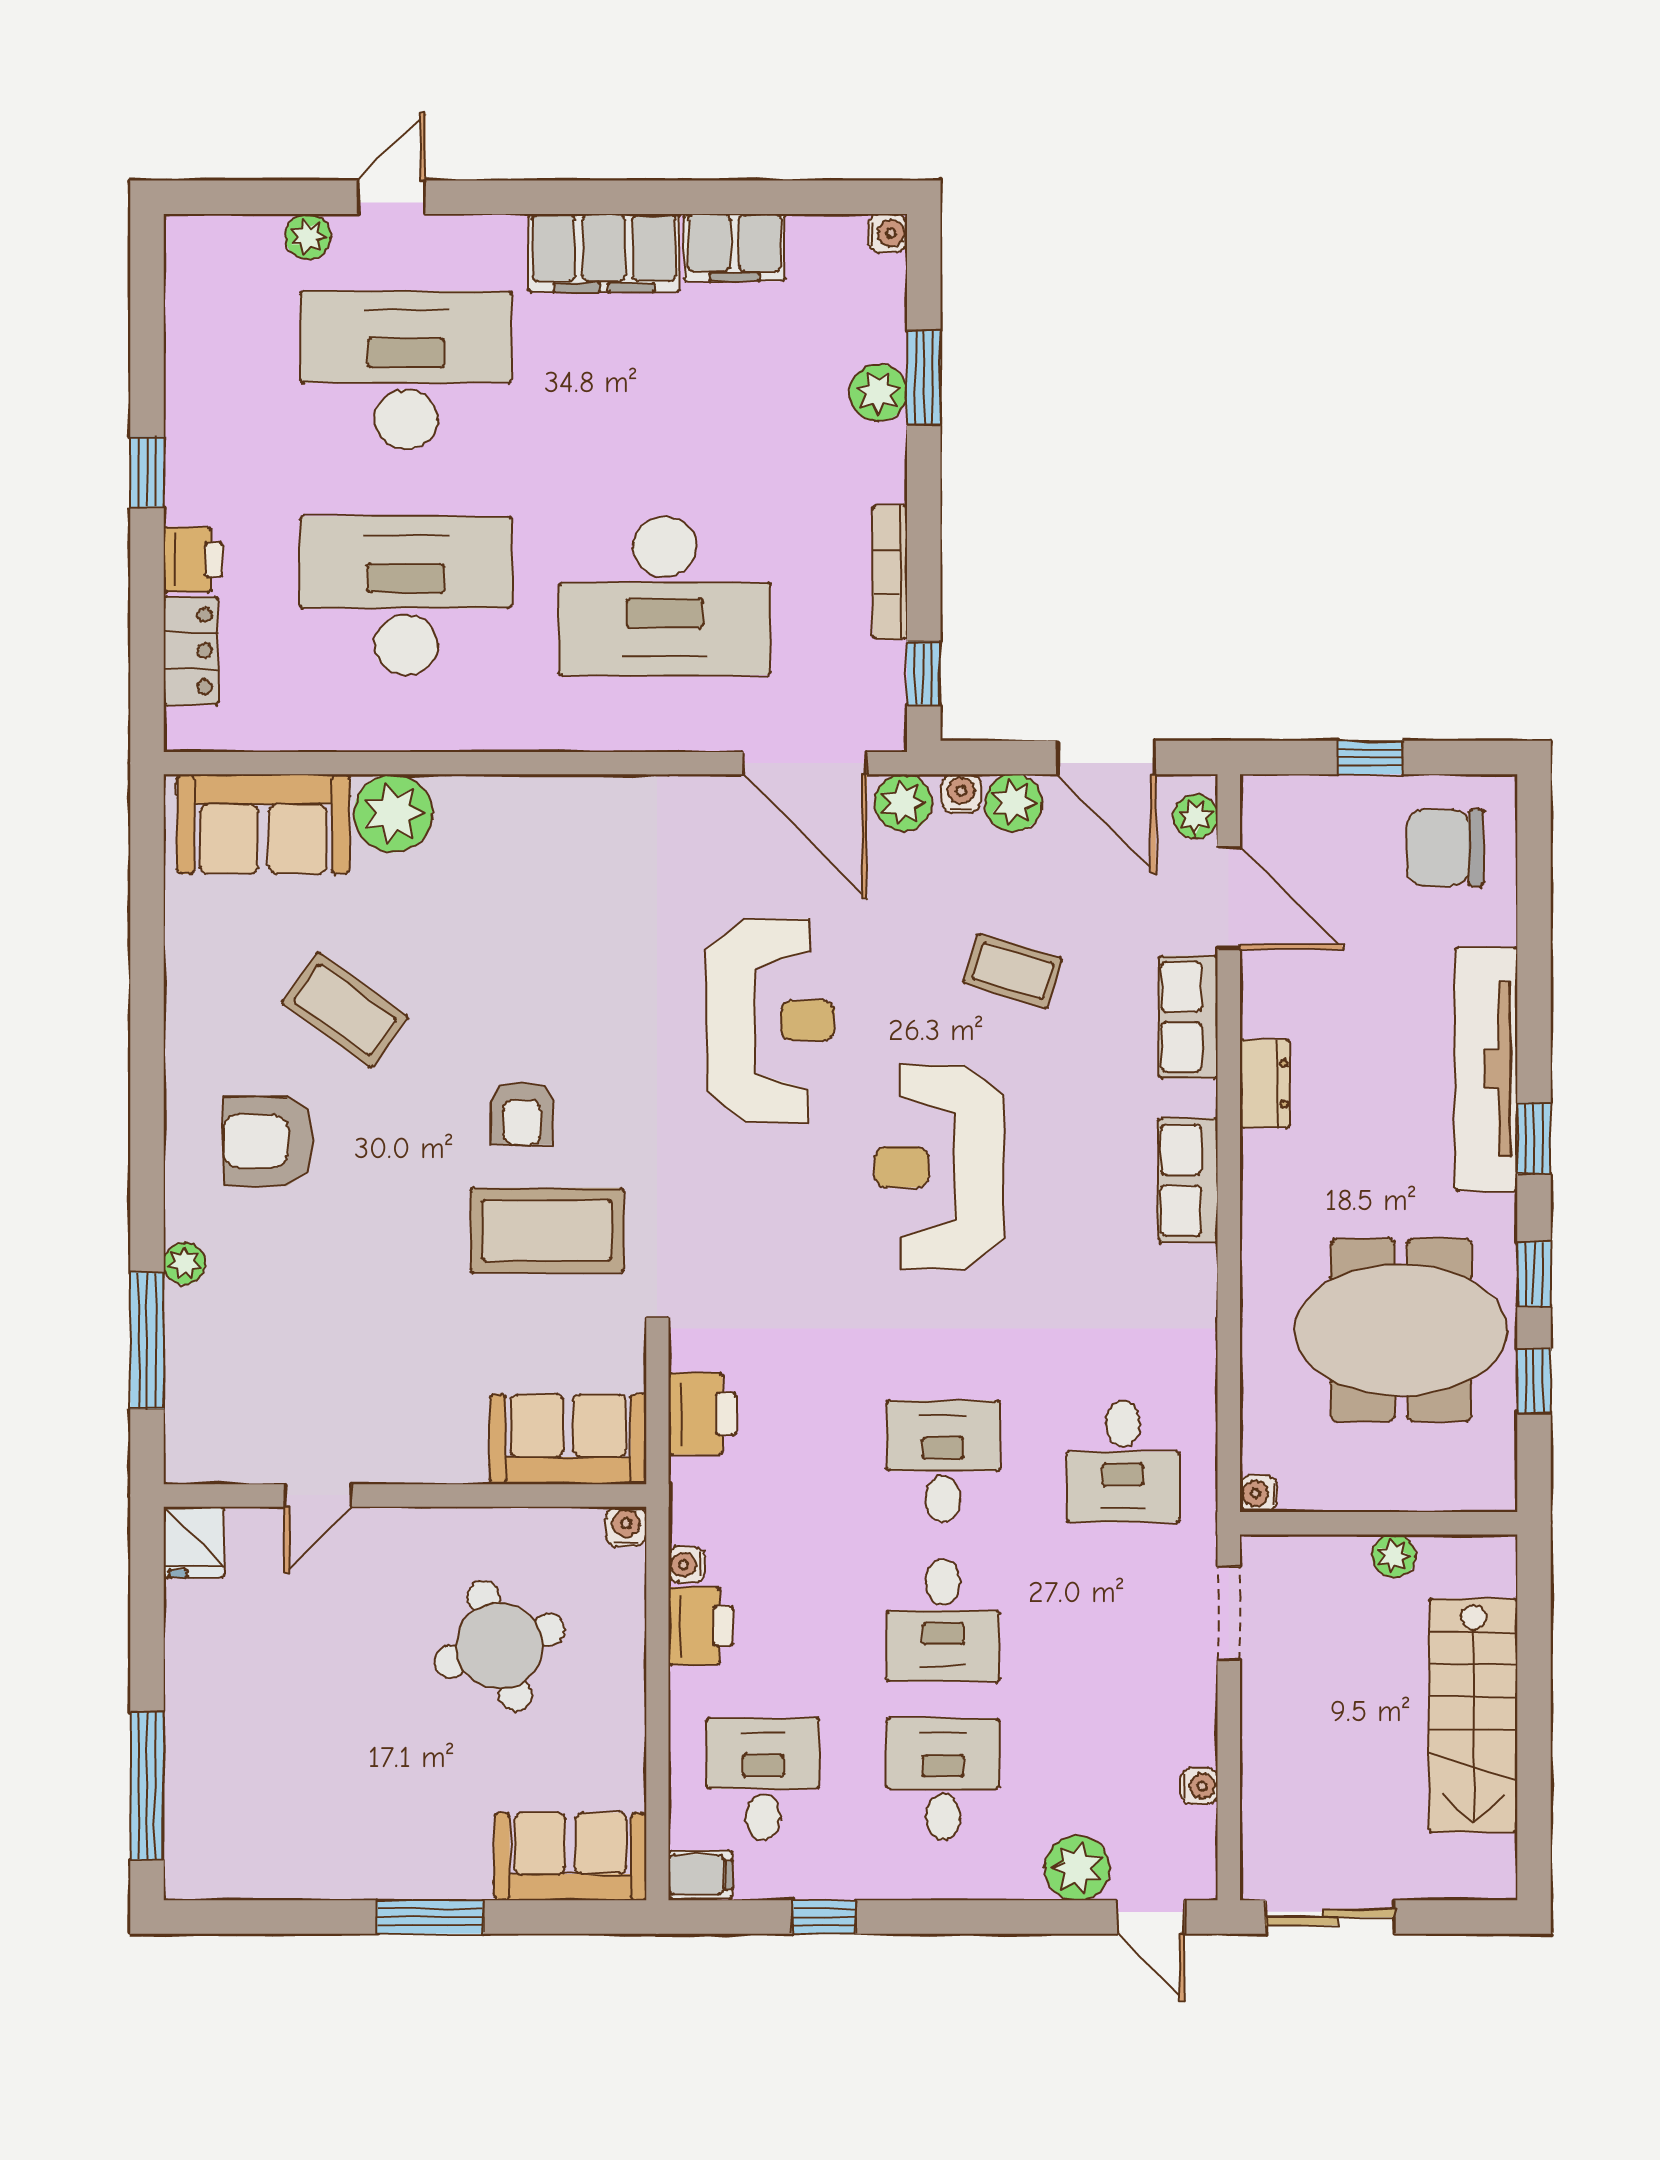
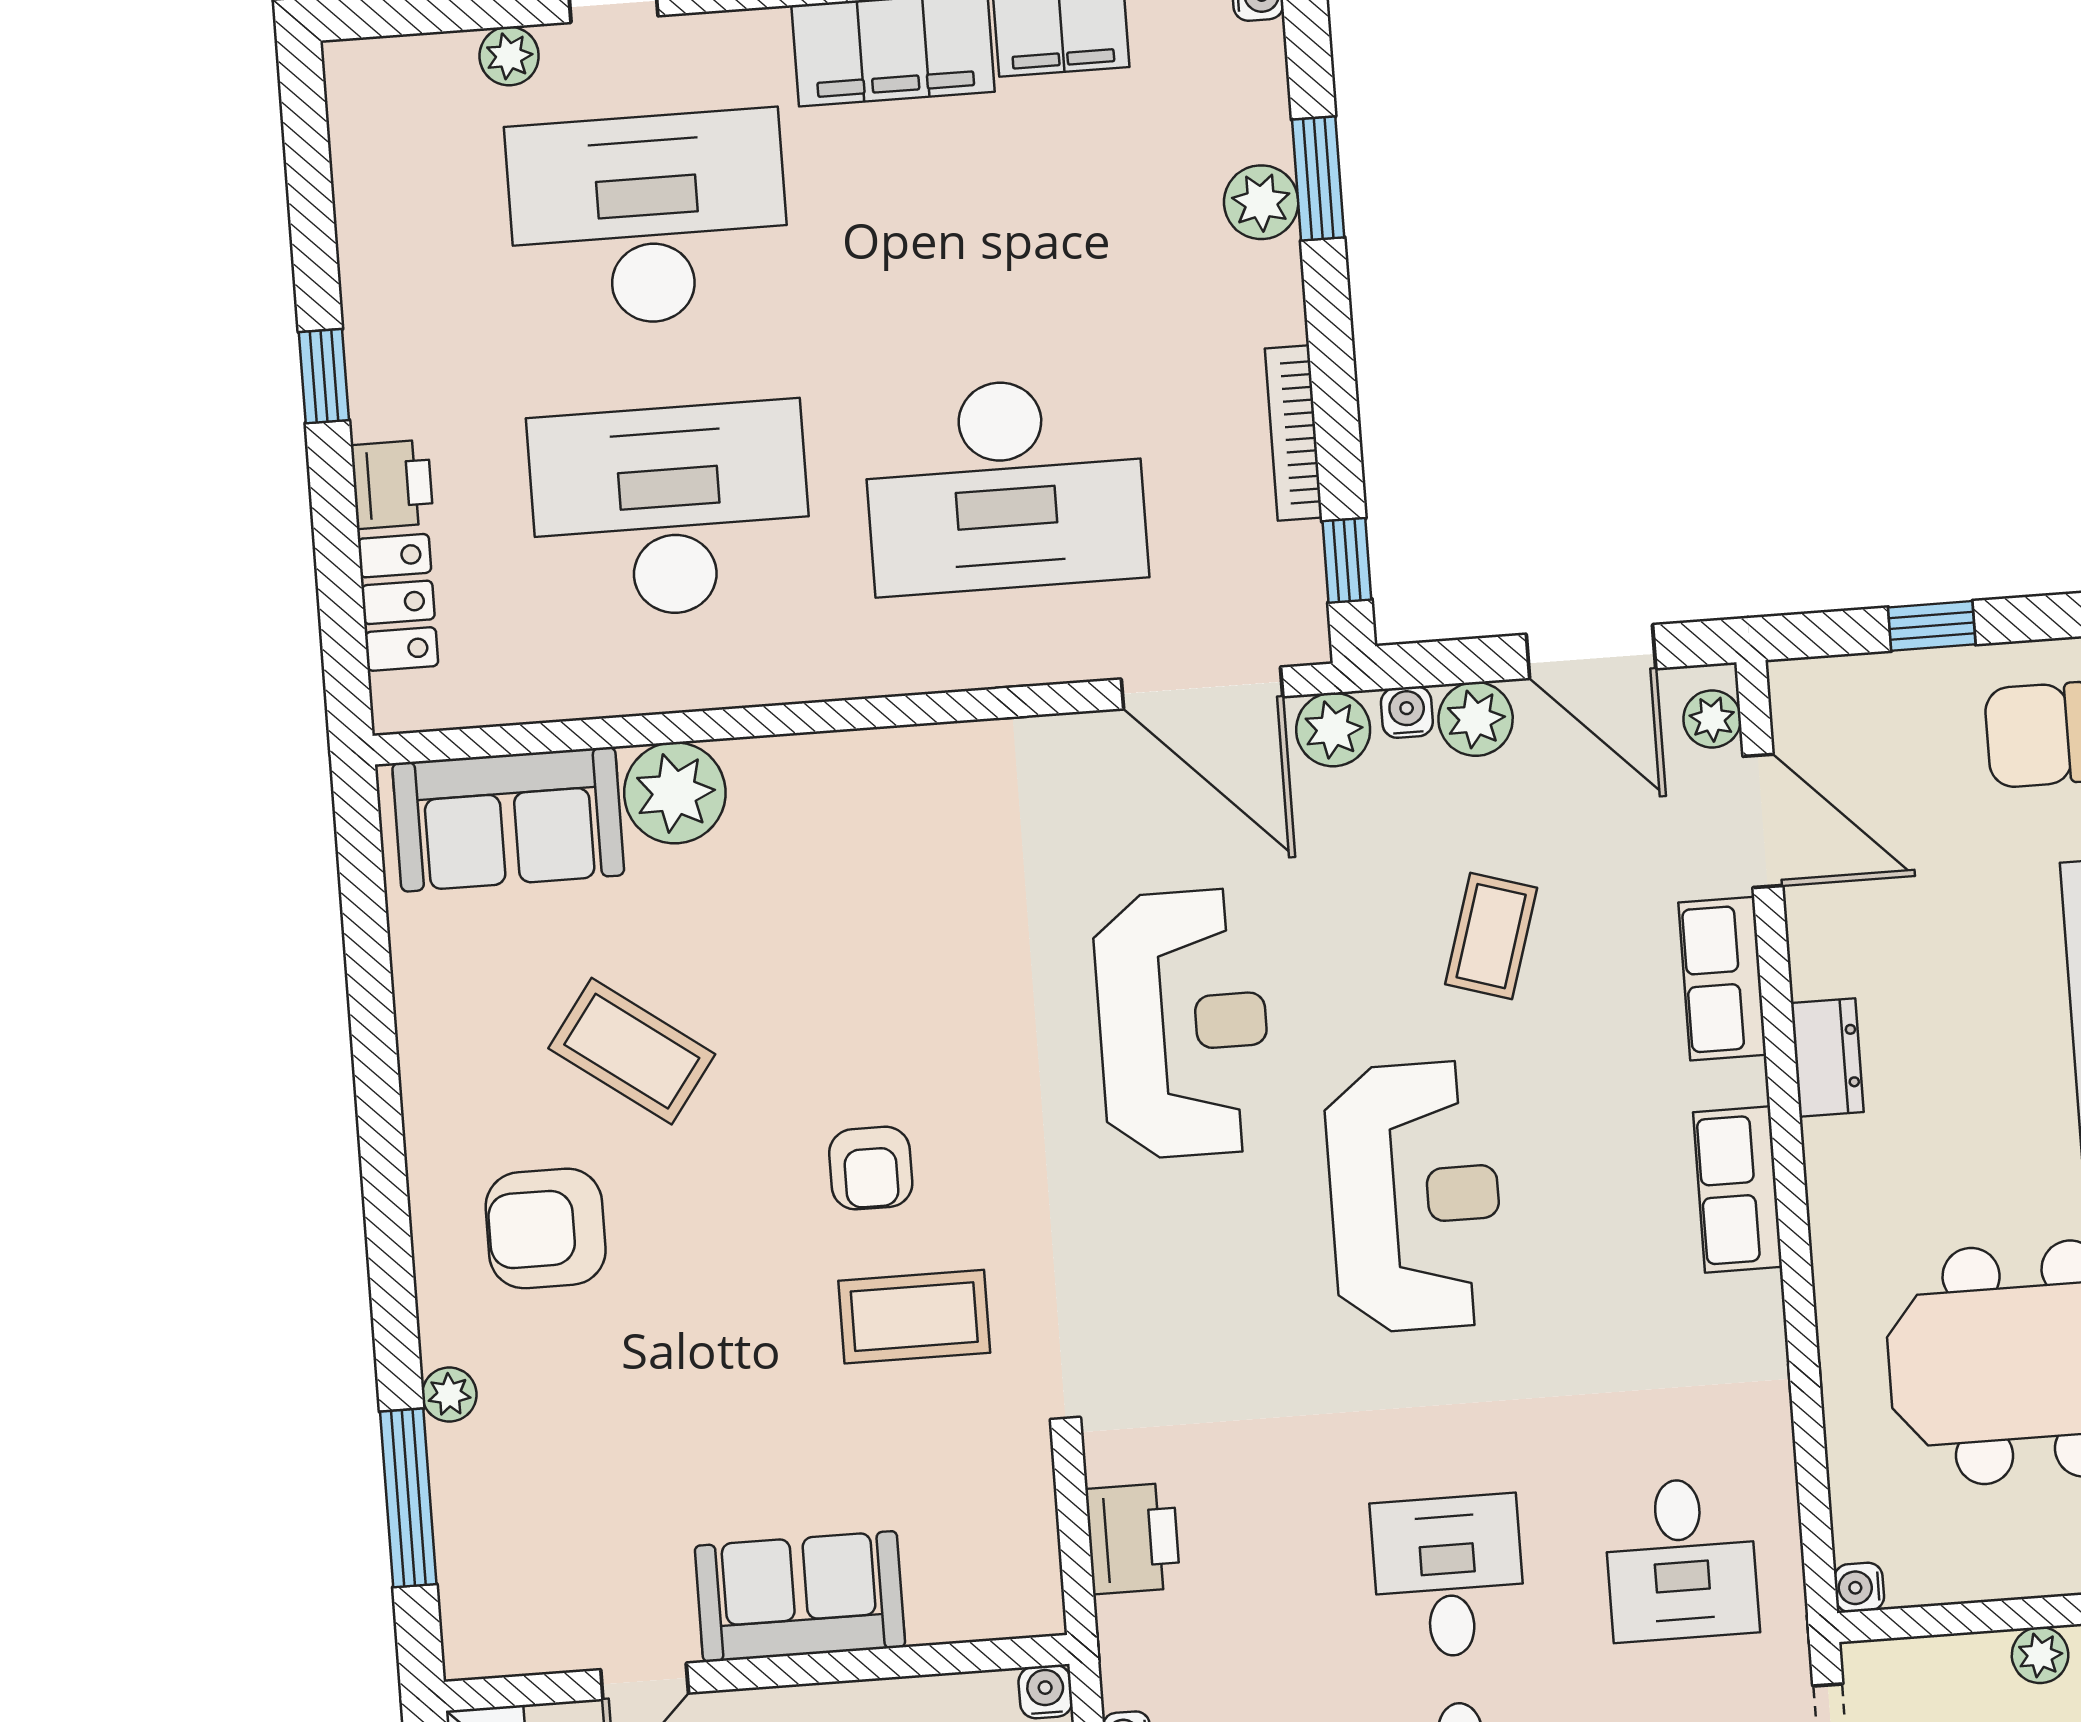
coffee table: (1013, 971) -> (1491, 936), turned 90
reception desk: (939, 1167) -> (1415, 1197), turned 180
coffee table: (547, 1230) -> (914, 1317), width x0.73, depth x0.76
sofa: (568, 1439) -> (800, 1597), moved

